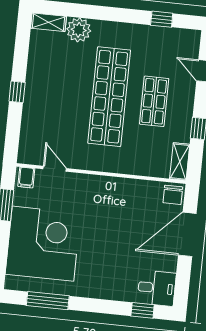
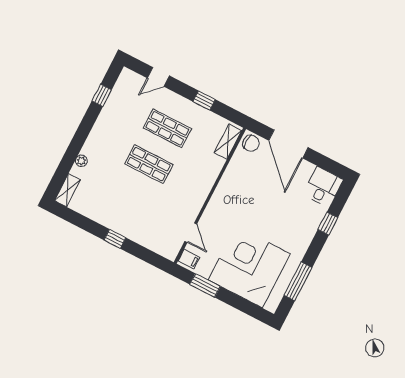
plant: (79, 30) -> (81, 161), width x0.53, depth x0.53
shop shelf: (109, 97) -> (149, 164), width x0.50, depth x0.74
shelving: (180, 162) -> (228, 142), moved, turned 90
door: (55, 169) -> (191, 233), swing flipped
window: (143, 310) -> (328, 224), moved

